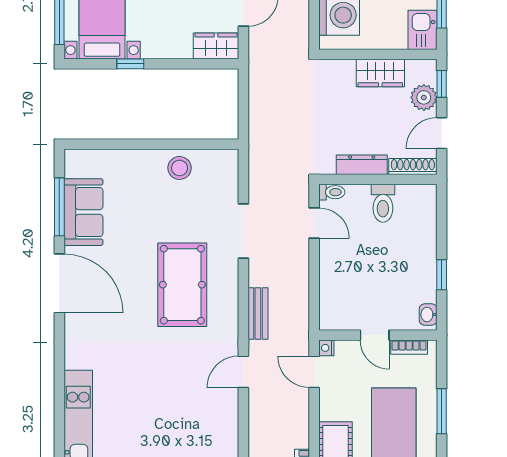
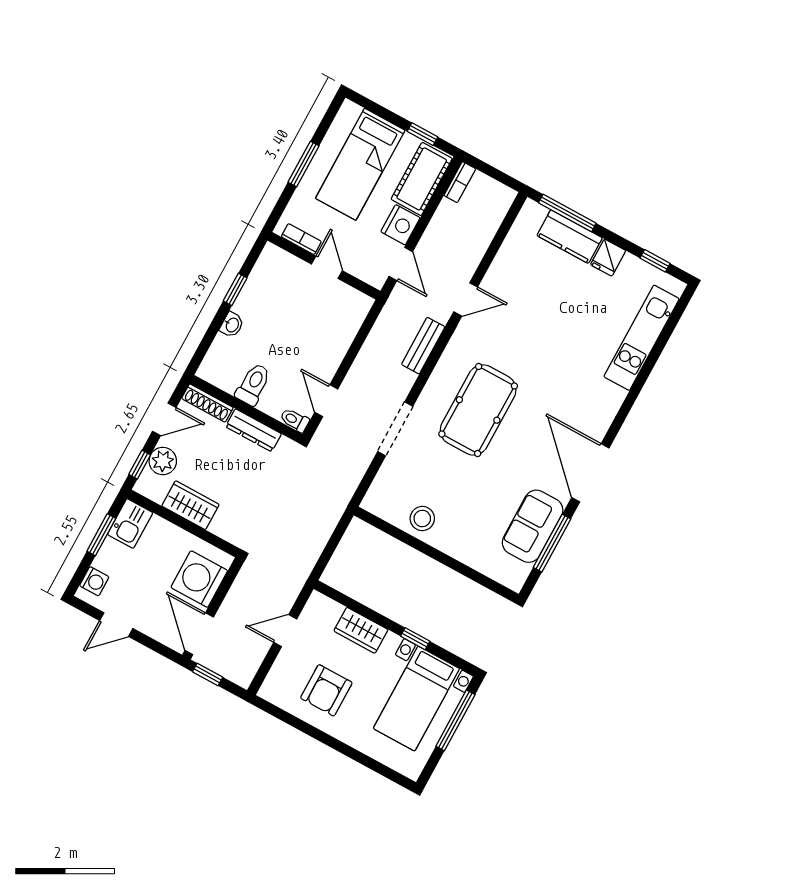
wardrobe: (216, 46) -> (361, 630), moved
washbasin: (428, 315) -> (232, 325), moved
nightstand: (326, 348) -> (400, 225), moved, width x1.89, depth x1.79

